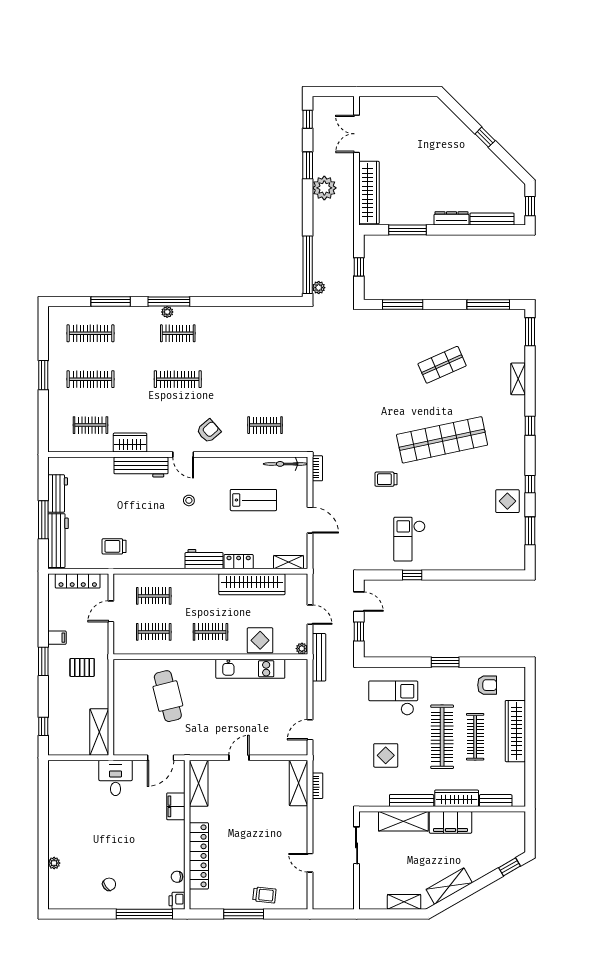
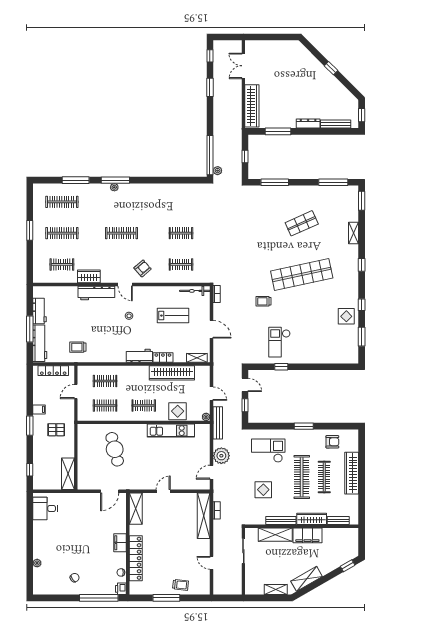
plant: (324, 188) -> (221, 456), moved
clothes rail: (178, 333) -> (181, 233), moved
desk: (116, 778) -> (45, 509), moved, turned -90
shelving: (298, 783) -> (204, 516), width x1.47
filing cabinet: (176, 806) -> (120, 543), moved

